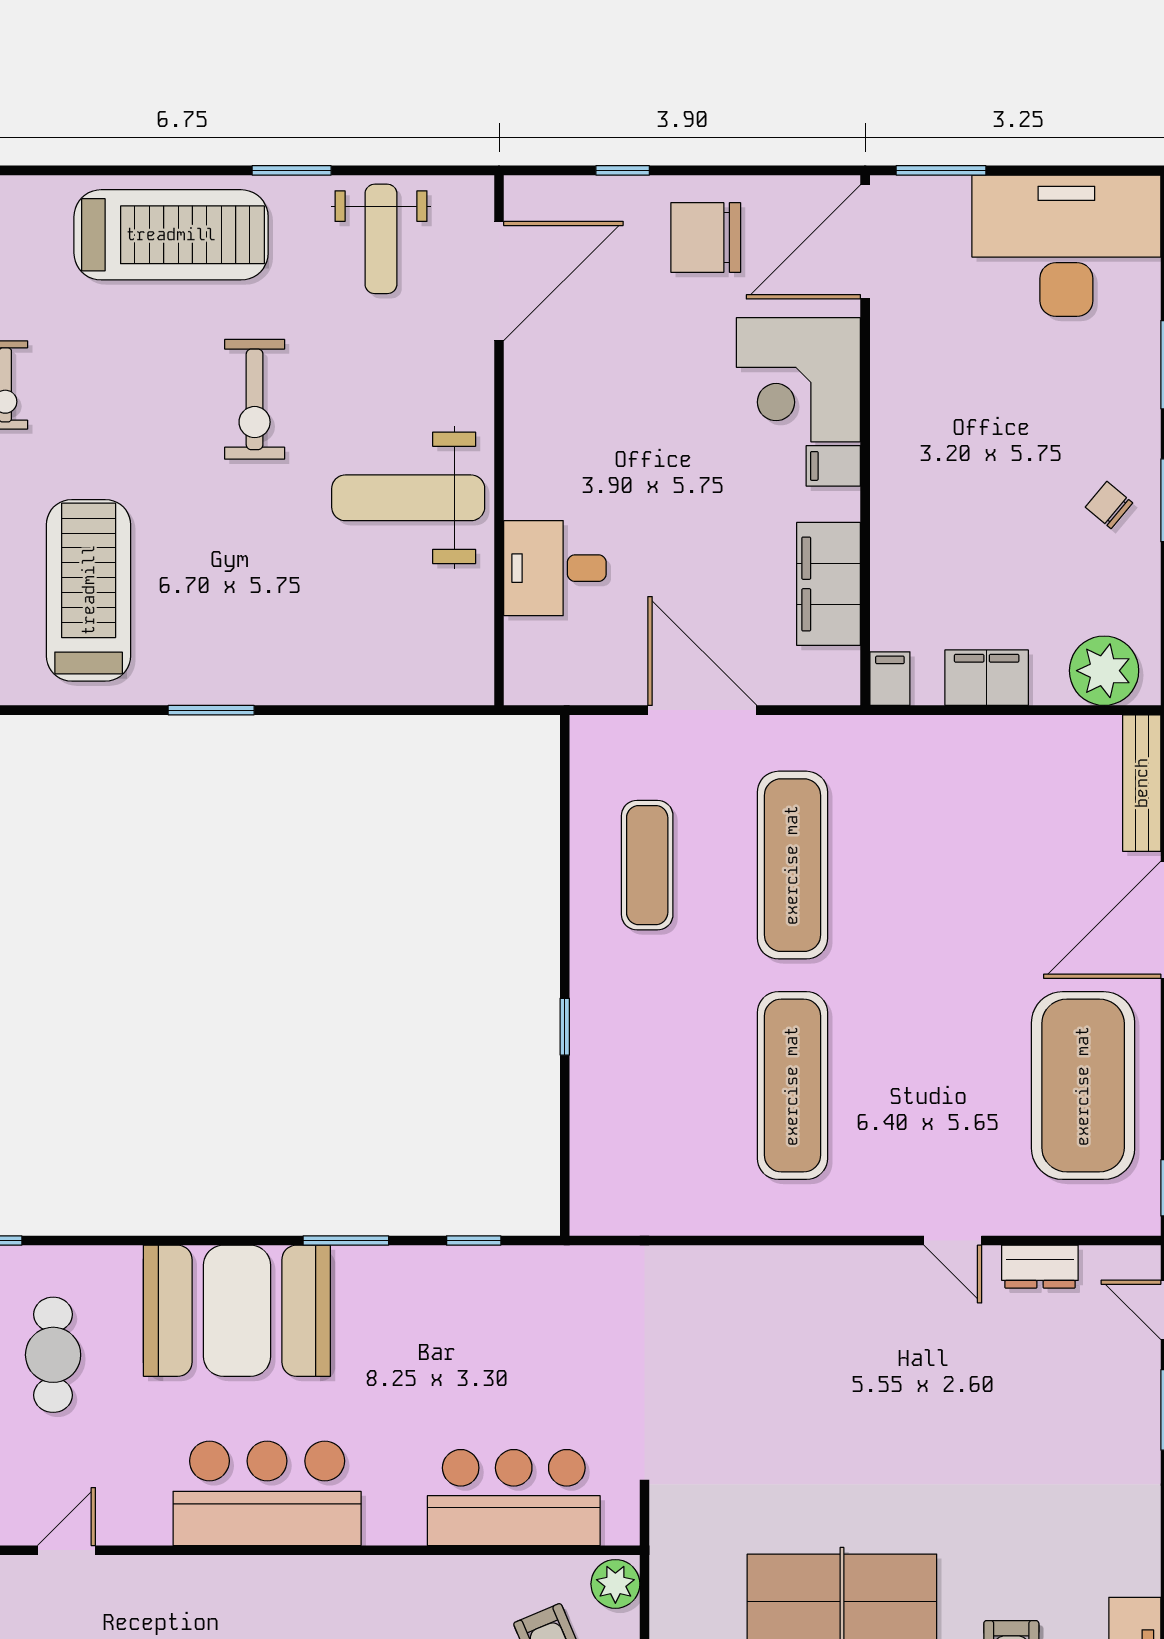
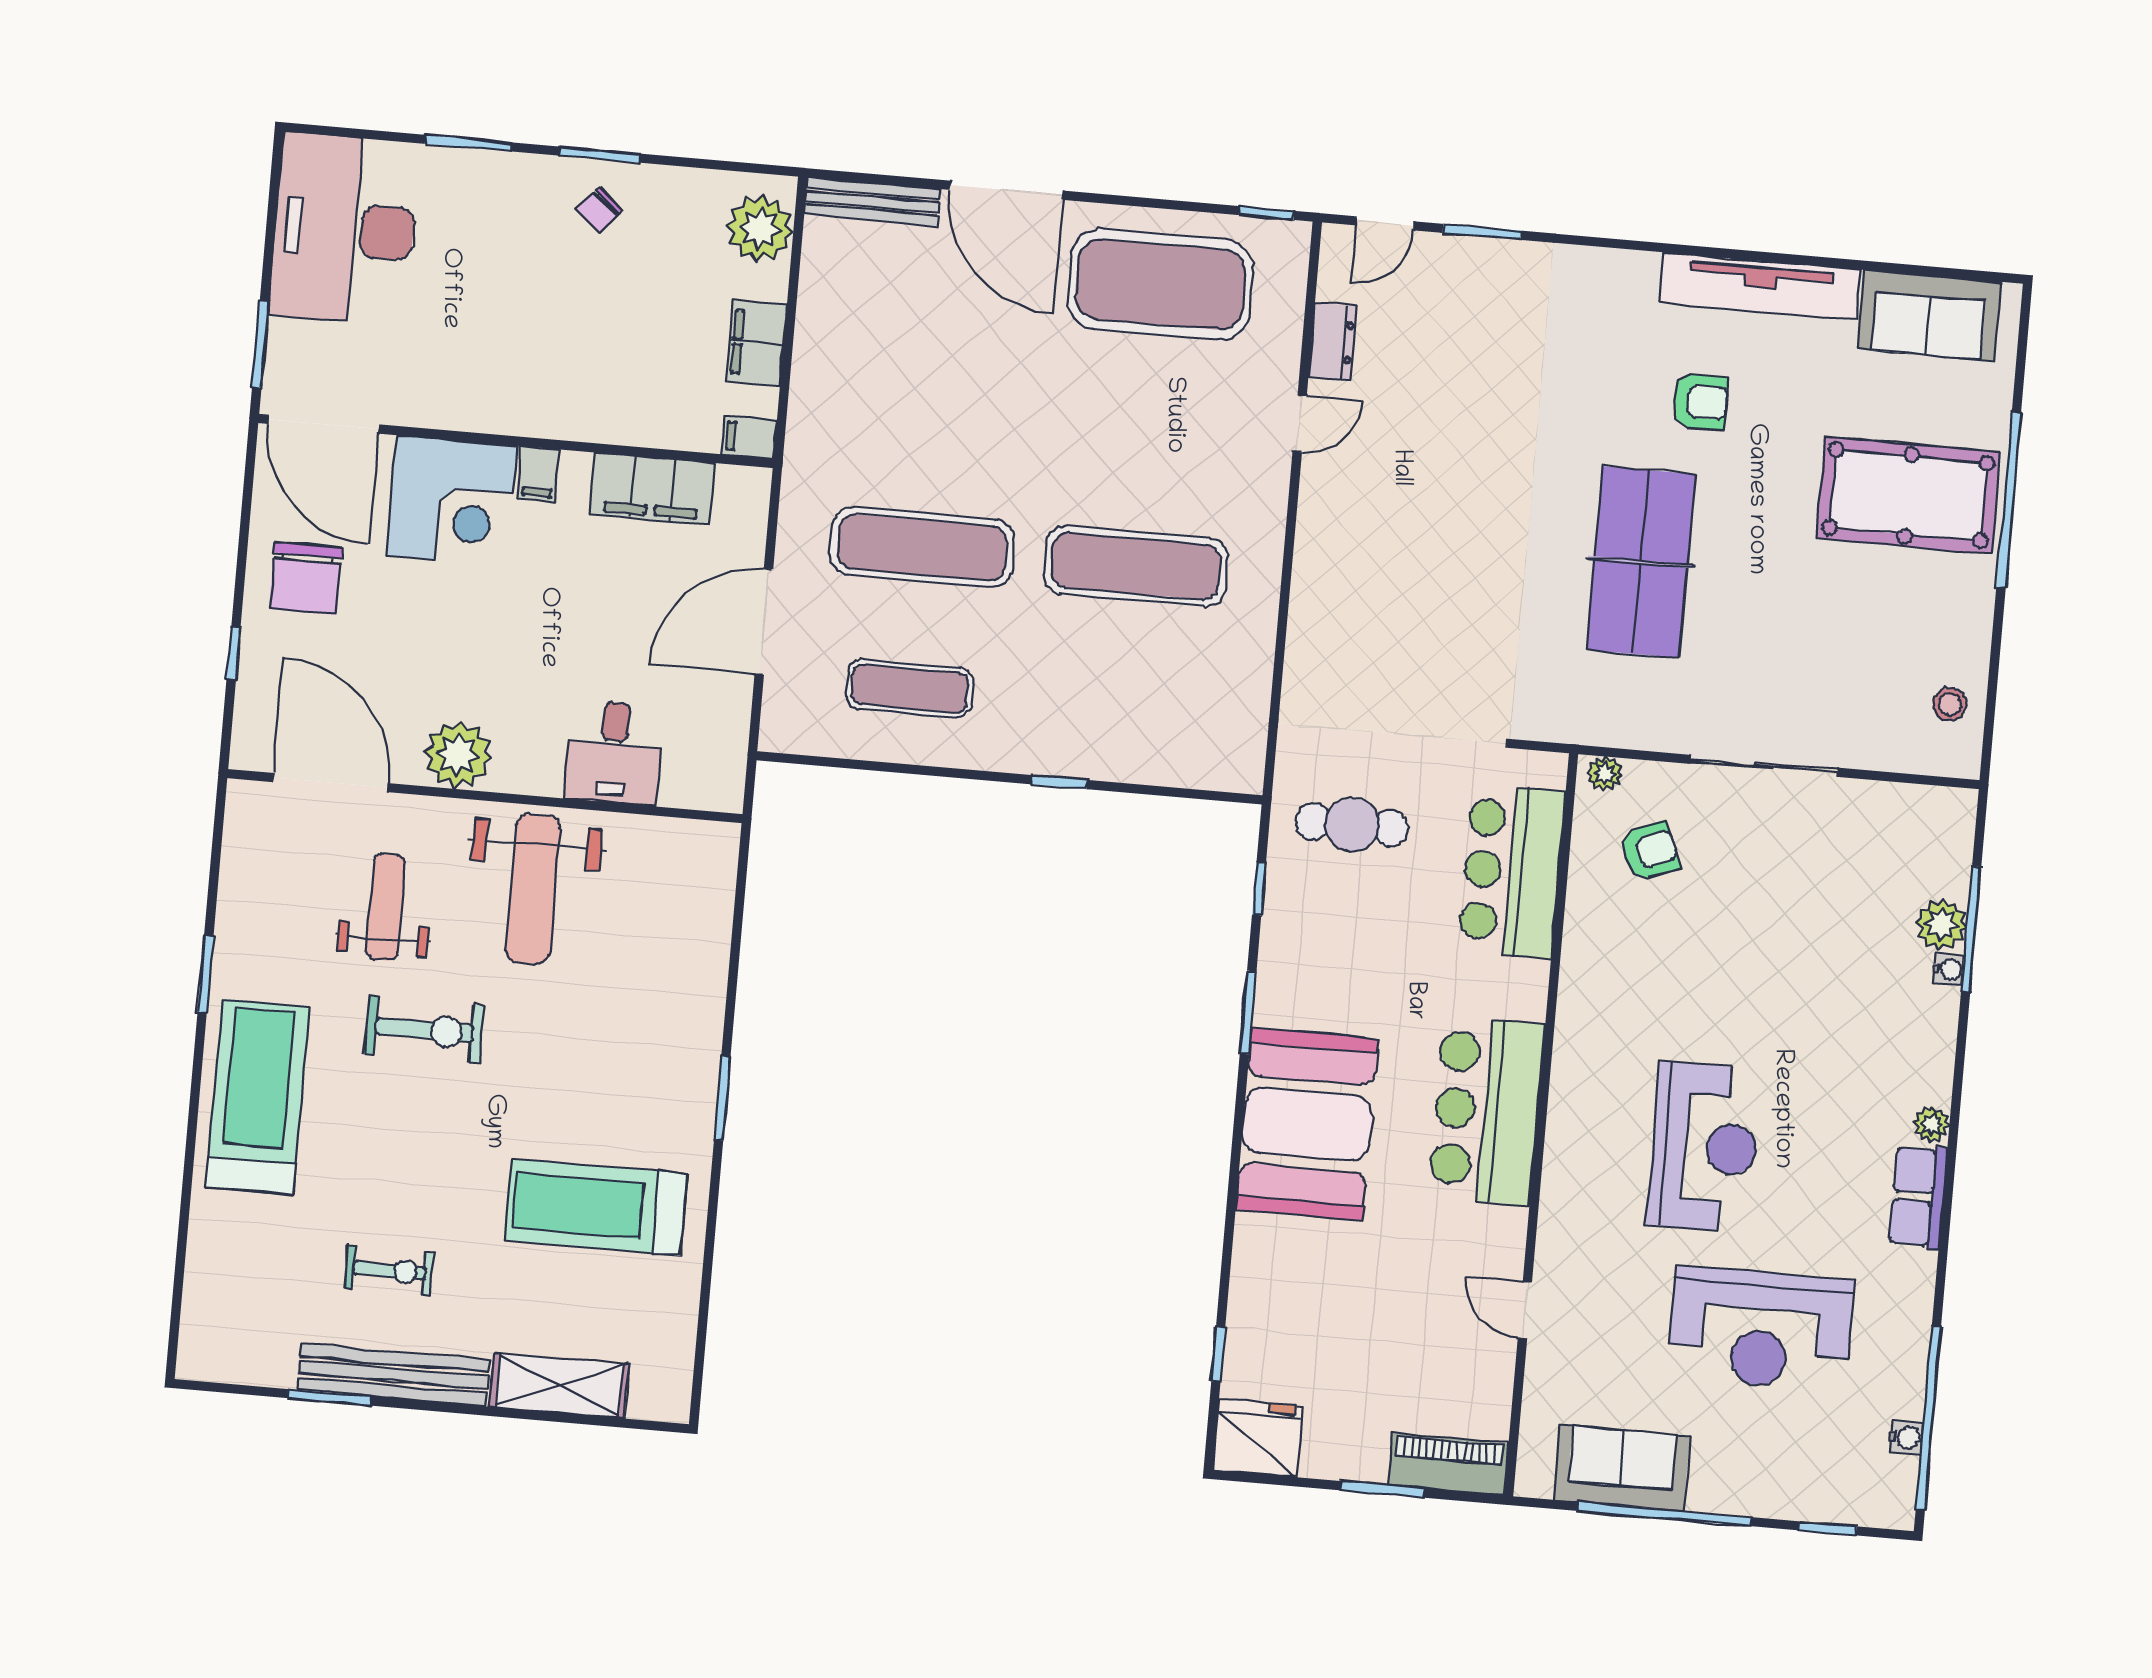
weight bench: (381, 239) -> (386, 907), moved, turned -90
plant: (539, 409) -> (458, 755), added
cafe table: (53, 1355) -> (1352, 825), moved
plant: (615, 1584) -> (1605, 774), width x0.73, depth x0.73

